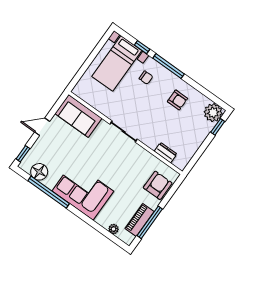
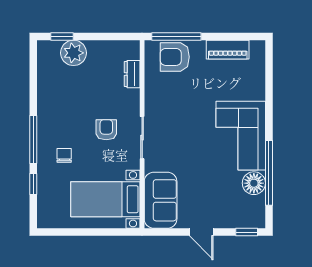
bed with nightstands: (117, 63) -> (105, 199), moved, turned 180
armchair: (178, 100) -> (106, 130), moved
plant: (213, 113) -> (73, 53), moved
floor lamp: (39, 172) -> (254, 183), moved
window: (150, 222) -> (176, 36), moved
plant: (114, 229) -> (258, 71), removed

